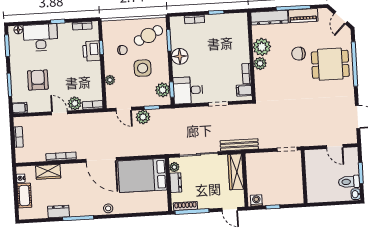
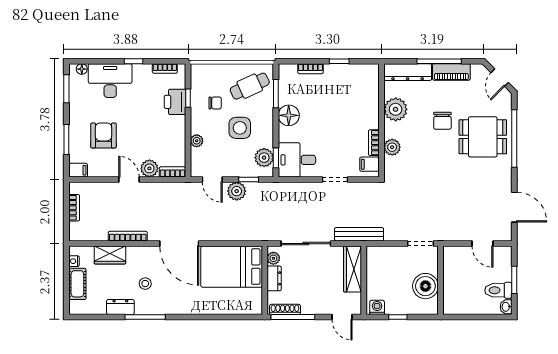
chair: (298, 54) -> (442, 121), turned -90
plant: (260, 63) -> (392, 147), moved
boiler: (293, 182) -> (425, 286), added
stool: (108, 208) -> (145, 284), moved

